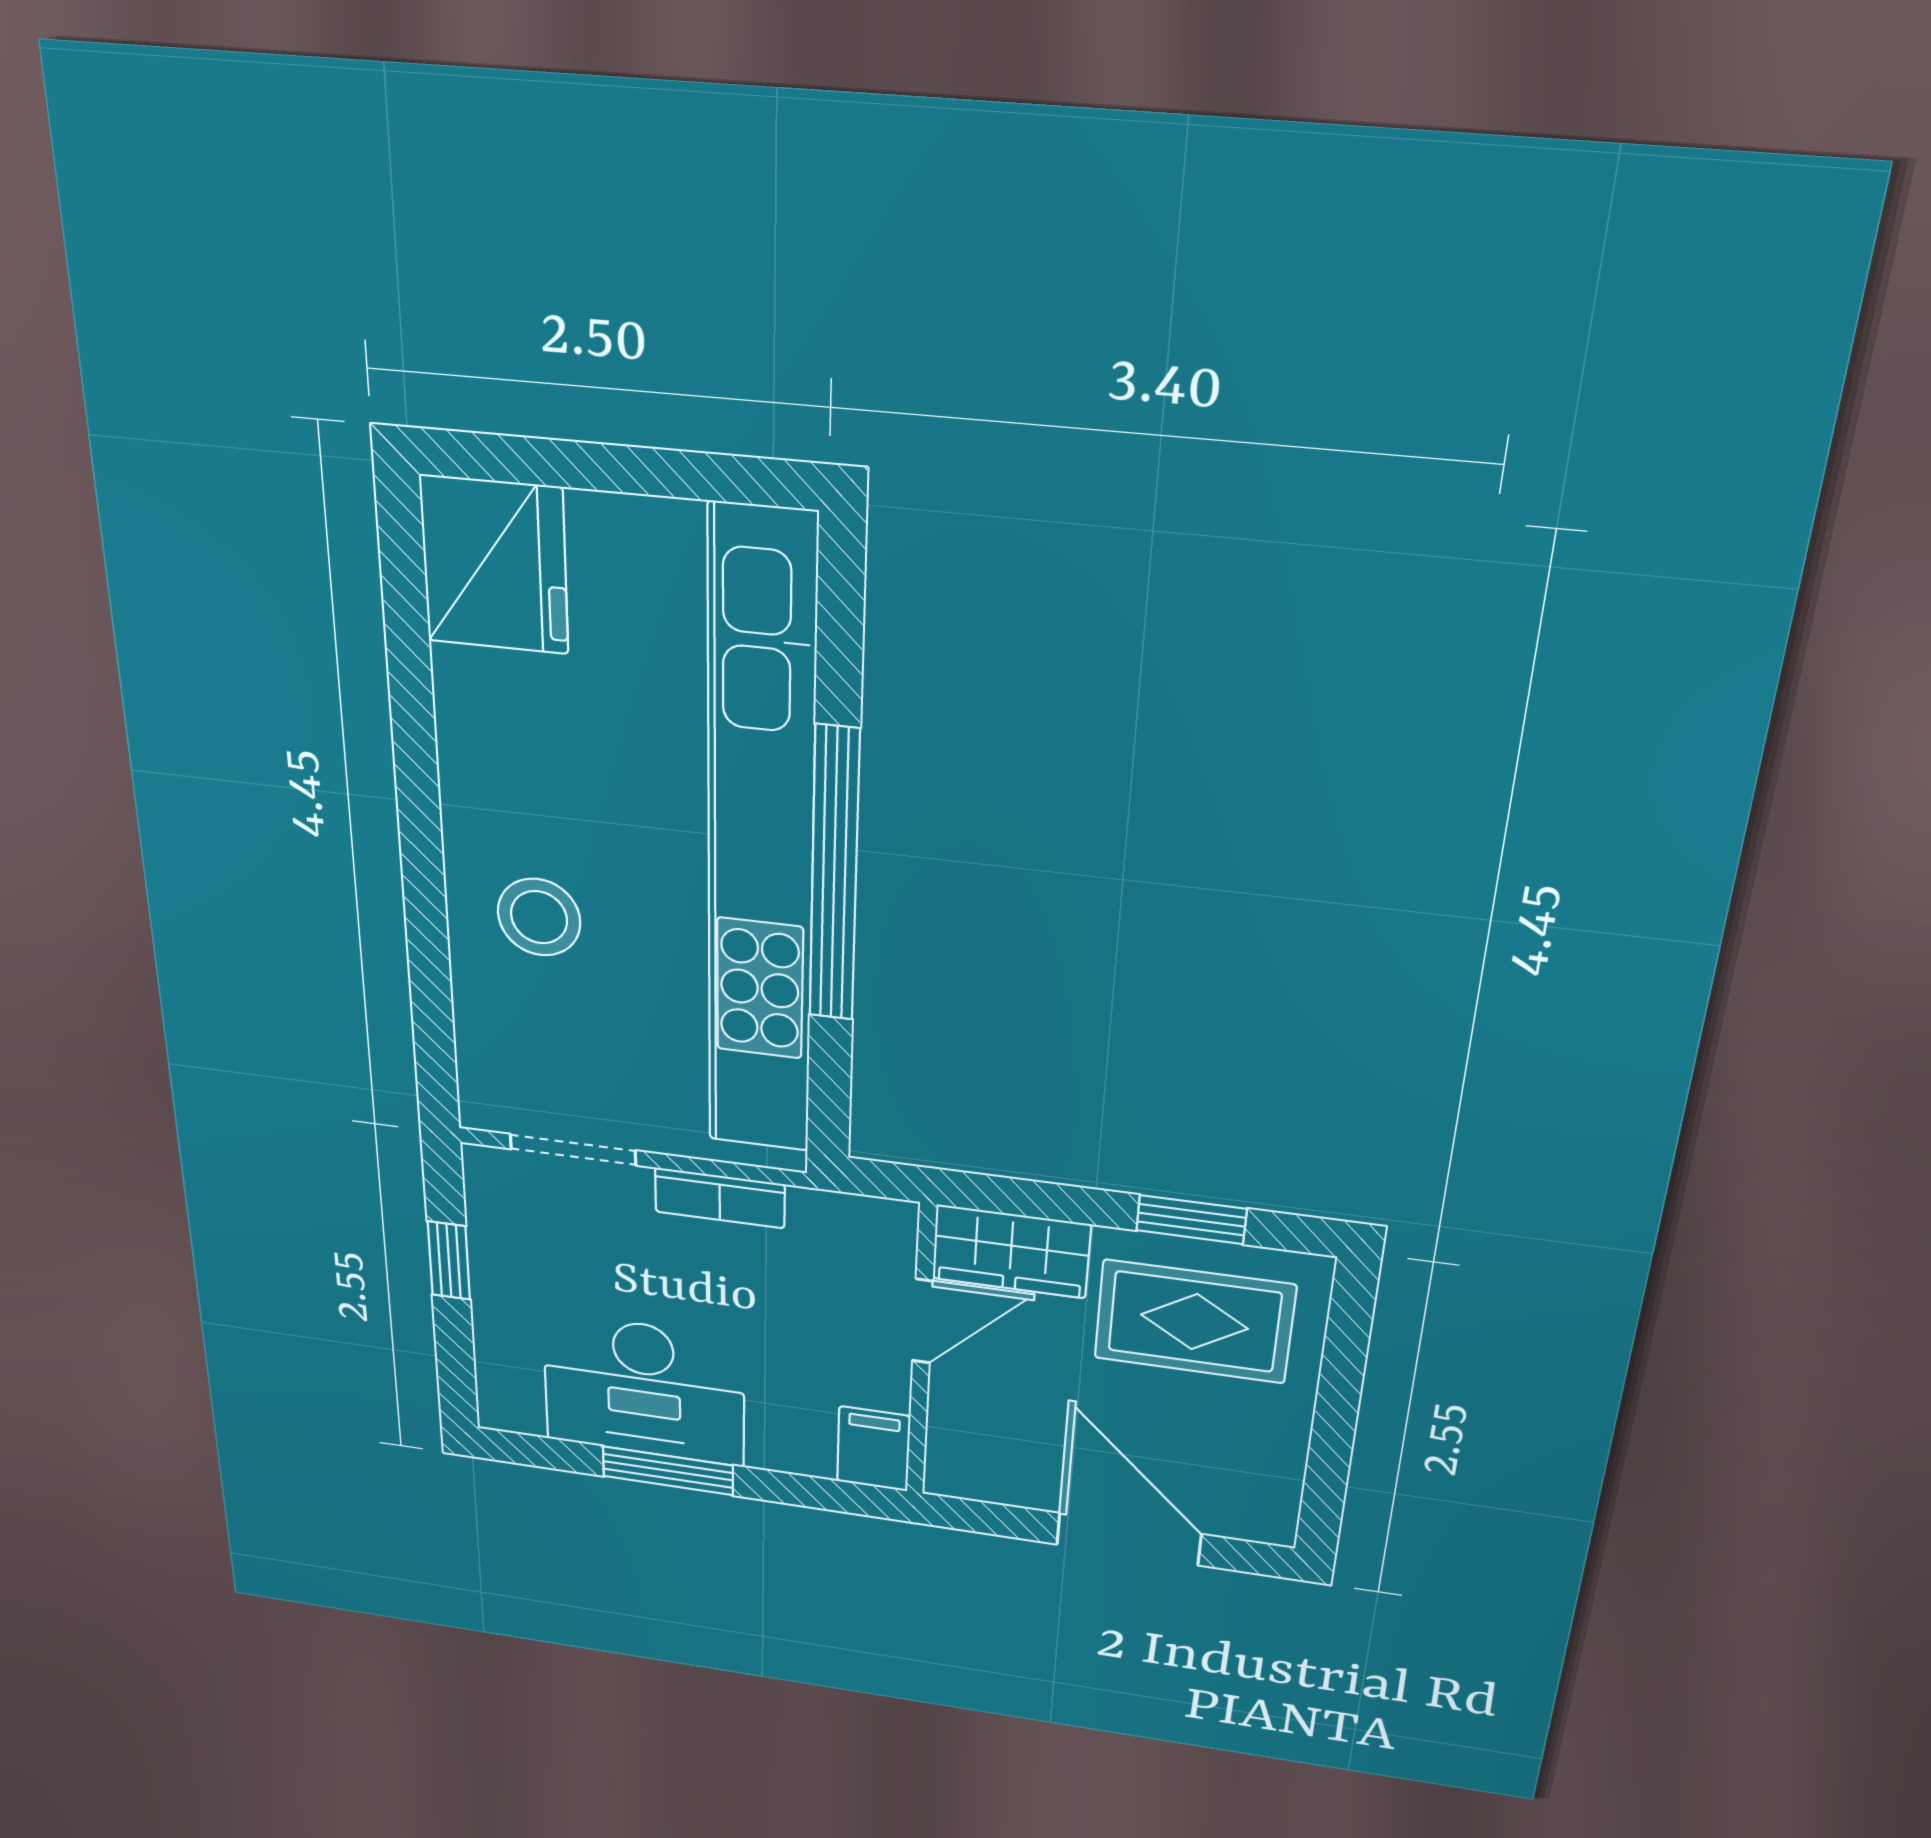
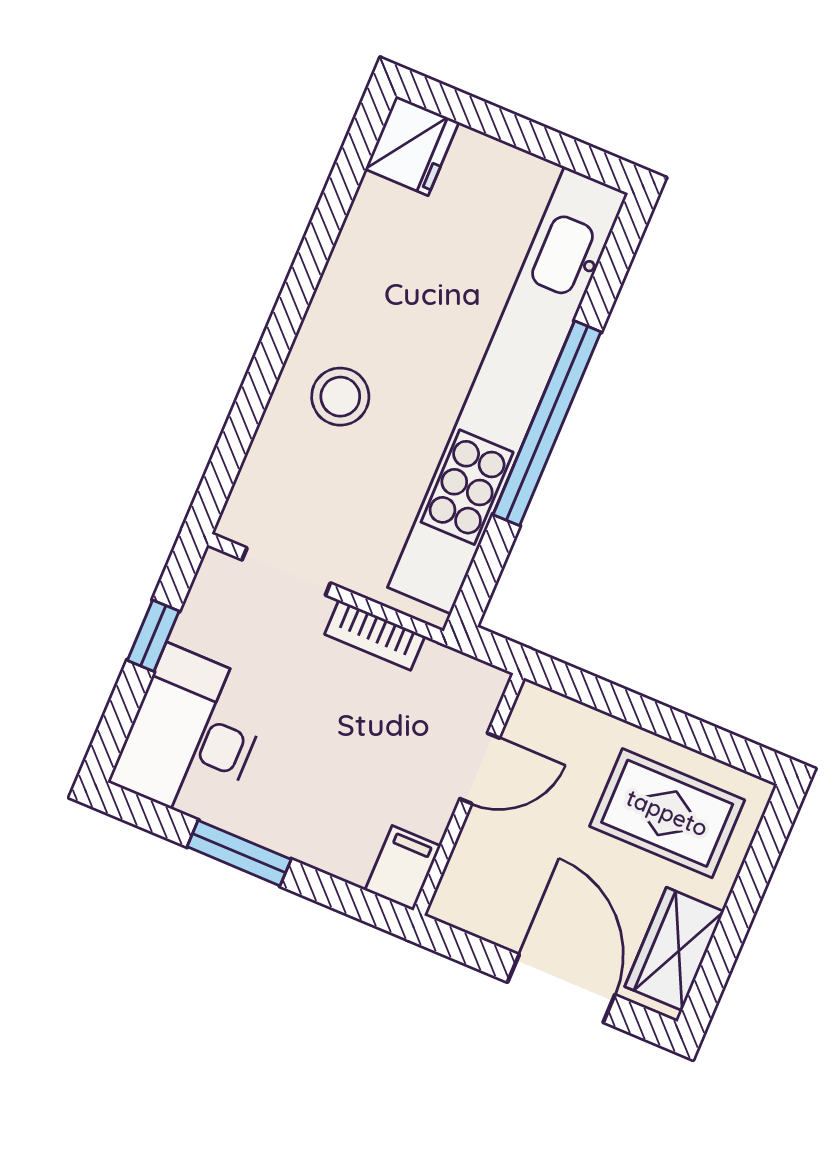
fridge: (494, 565) -> (412, 146), width x0.73, depth x0.75
window: (1191, 1220) -> (691, 732), removed
wardrobe: (1011, 1251) -> (674, 949), moved, turned 90
desk: (644, 1389) -> (192, 735), moved, turned 90

